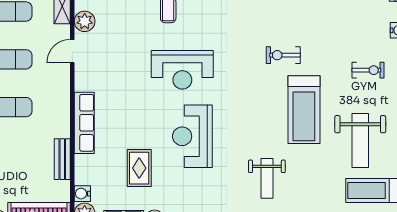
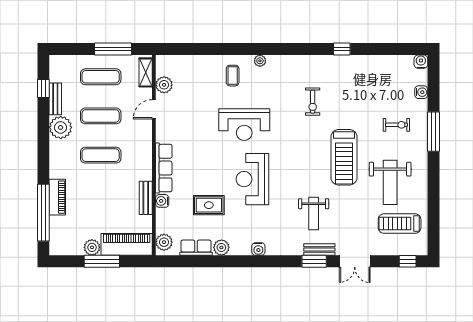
exercise bike: (283, 55) -> (313, 102), moved, turned -90
rug: (139, 168) -> (209, 205), turned 90
water cooler: (82, 194) -> (162, 201), moved

